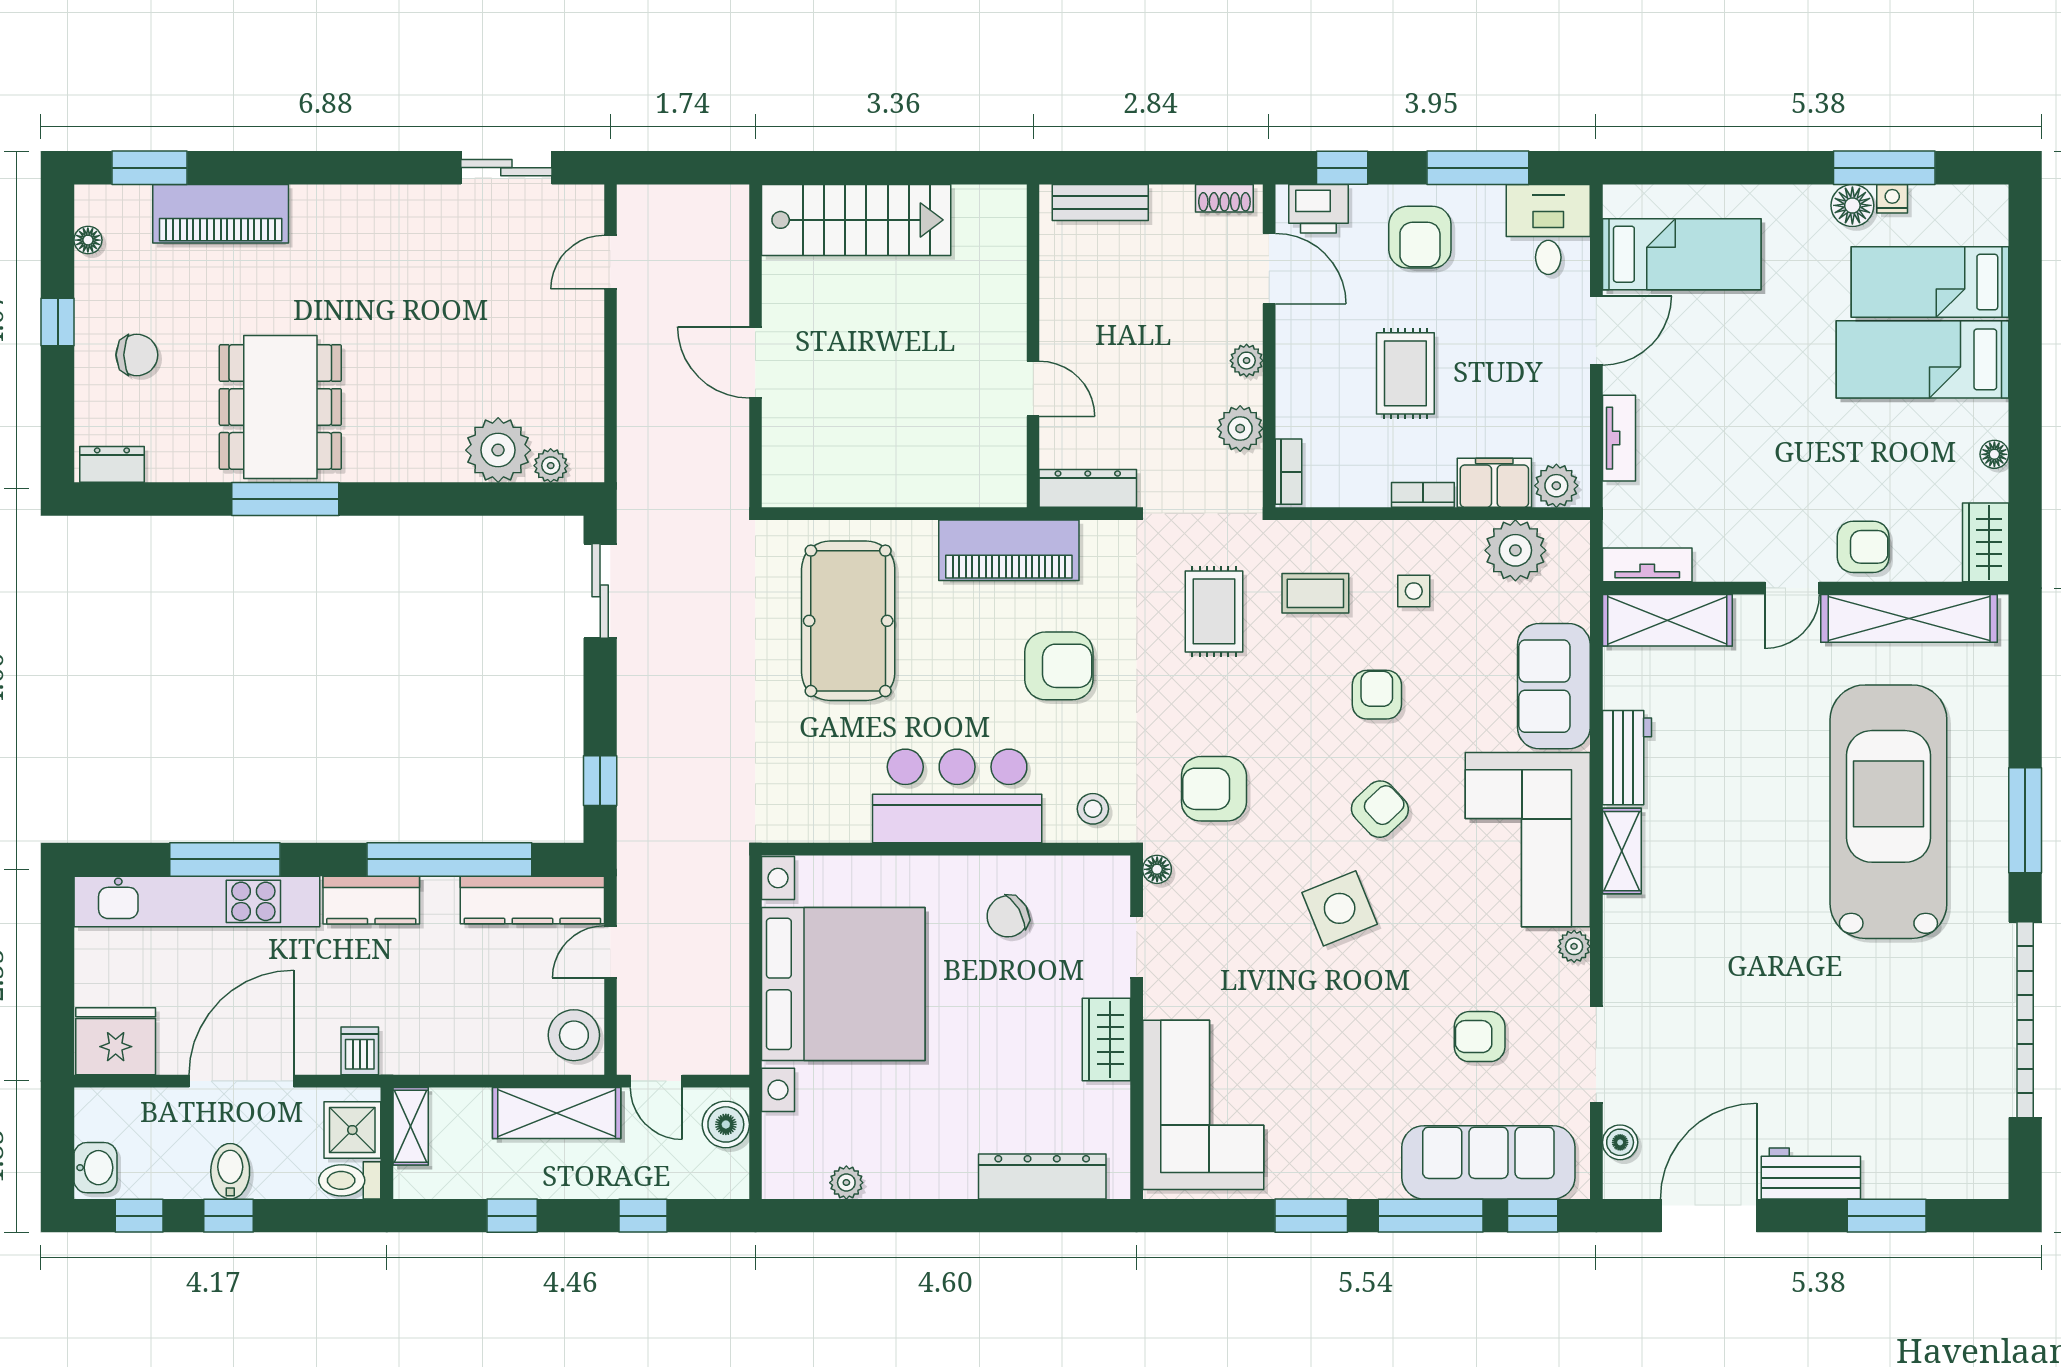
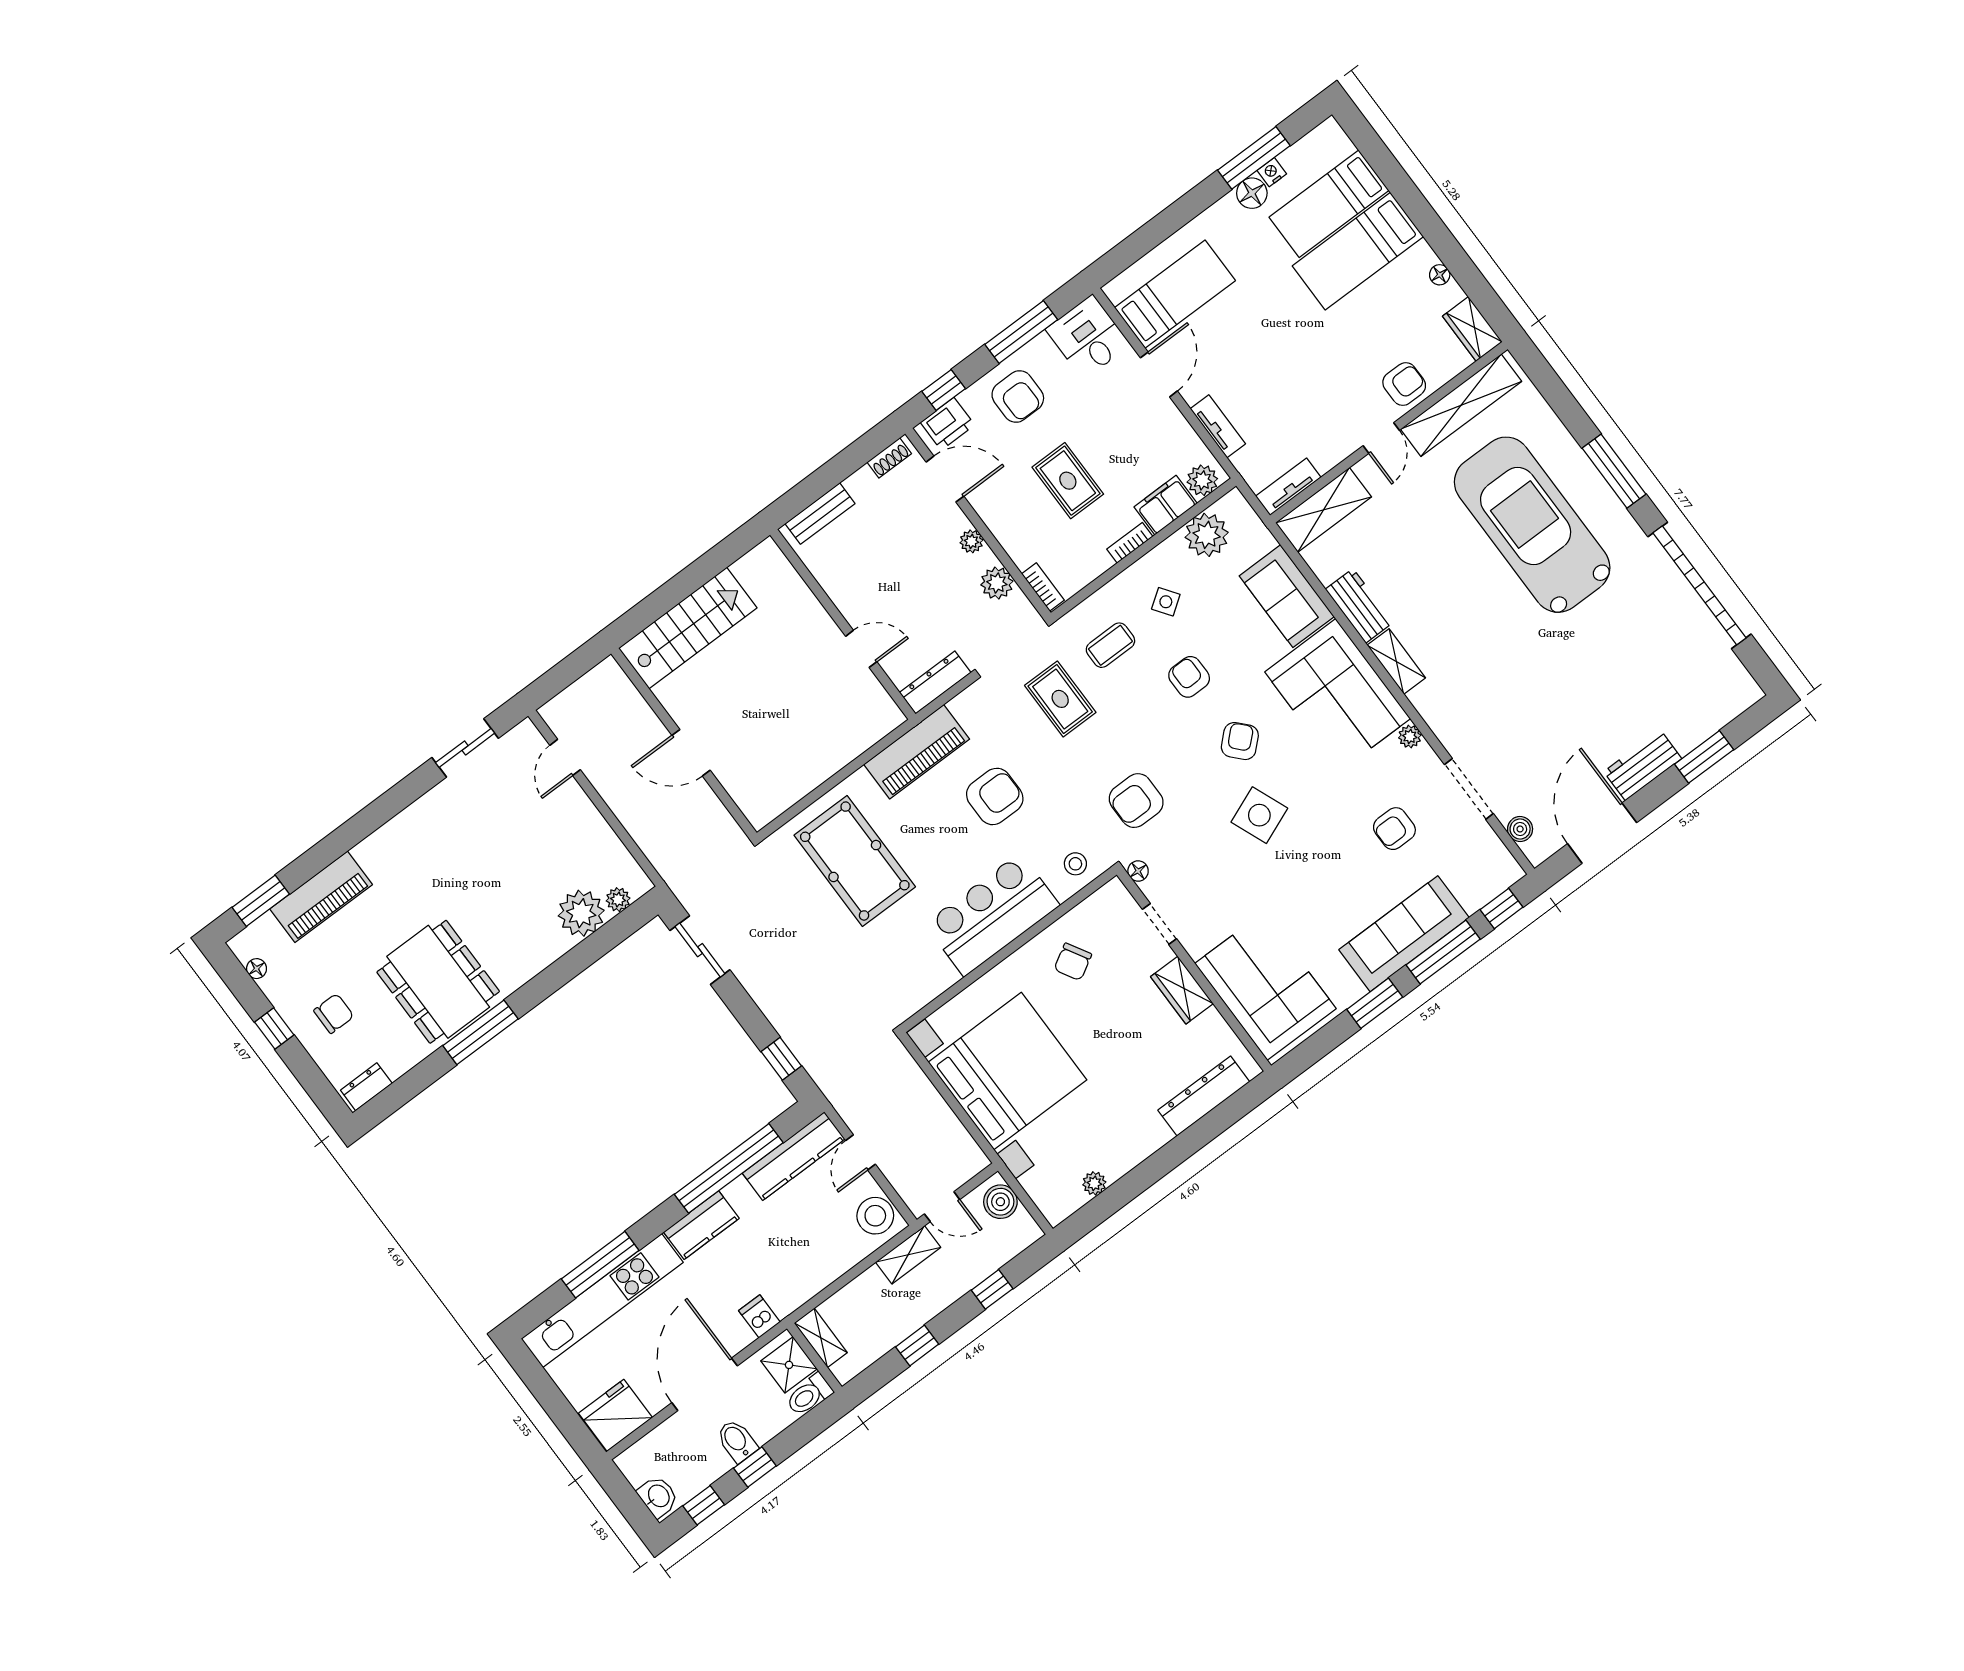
side table: (1414, 591) -> (1166, 602), turned -35
shelving: (557, 1113) -> (908, 1255), width x0.67, depth x0.75
sofa: (1488, 1162) -> (1404, 934), moved

